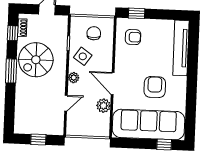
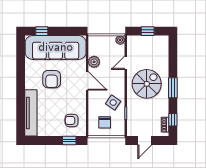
spiral stairs: (36, 60) -> (147, 84), moved
plant: (74, 78) -> (120, 40), moved

